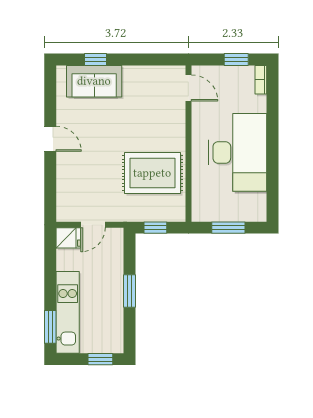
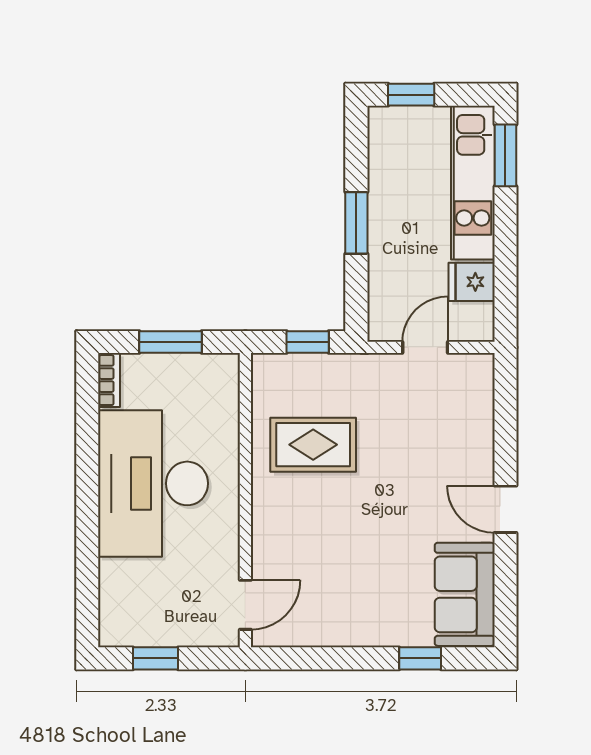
bookcase: (261, 80) -> (109, 380), moved
sofa: (94, 81) -> (465, 594), moved, turned -90
door: (188, 88) -> (245, 605), swing flipped
rug: (152, 173) -> (313, 445), width x0.73, depth x0.70
fridge: (68, 238) -> (472, 282), moved

